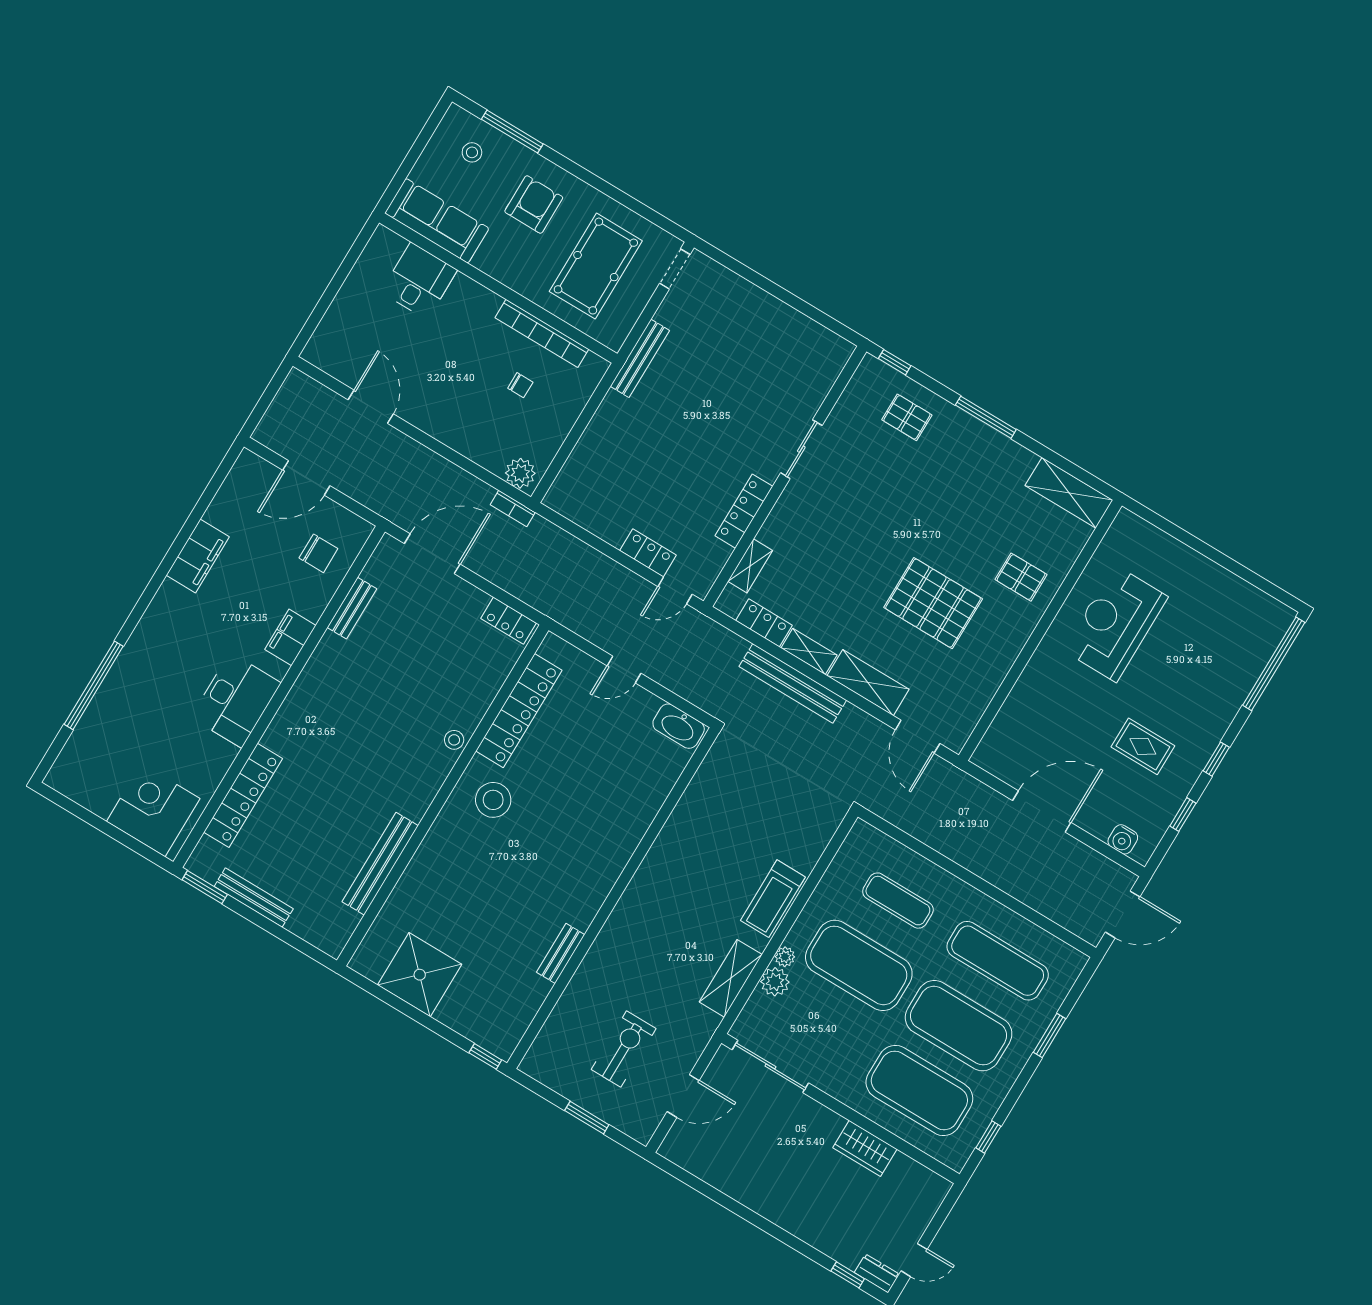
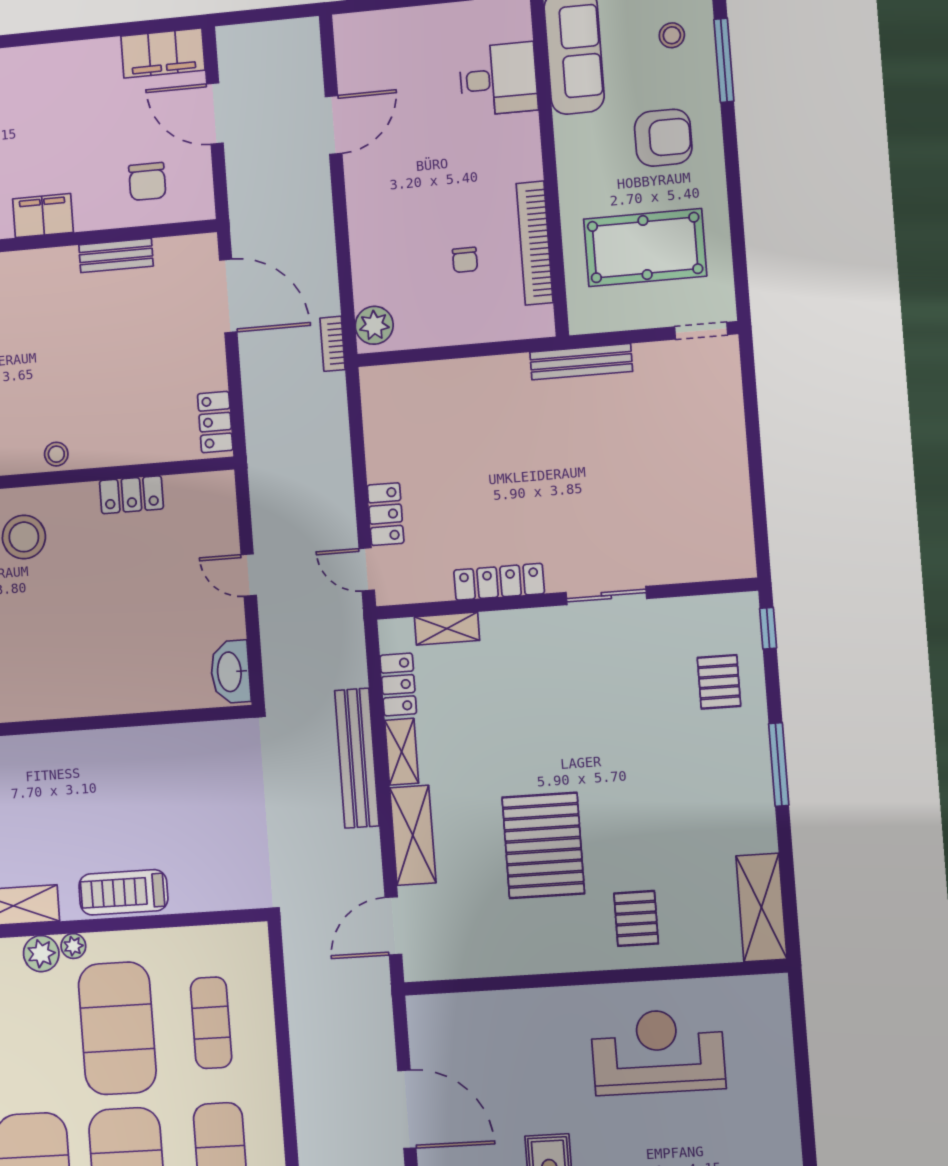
filing cabinet: (198, 556) -> (163, 53), moved
locker: (519, 711) -> (131, 495), width x0.46, depth x0.83

